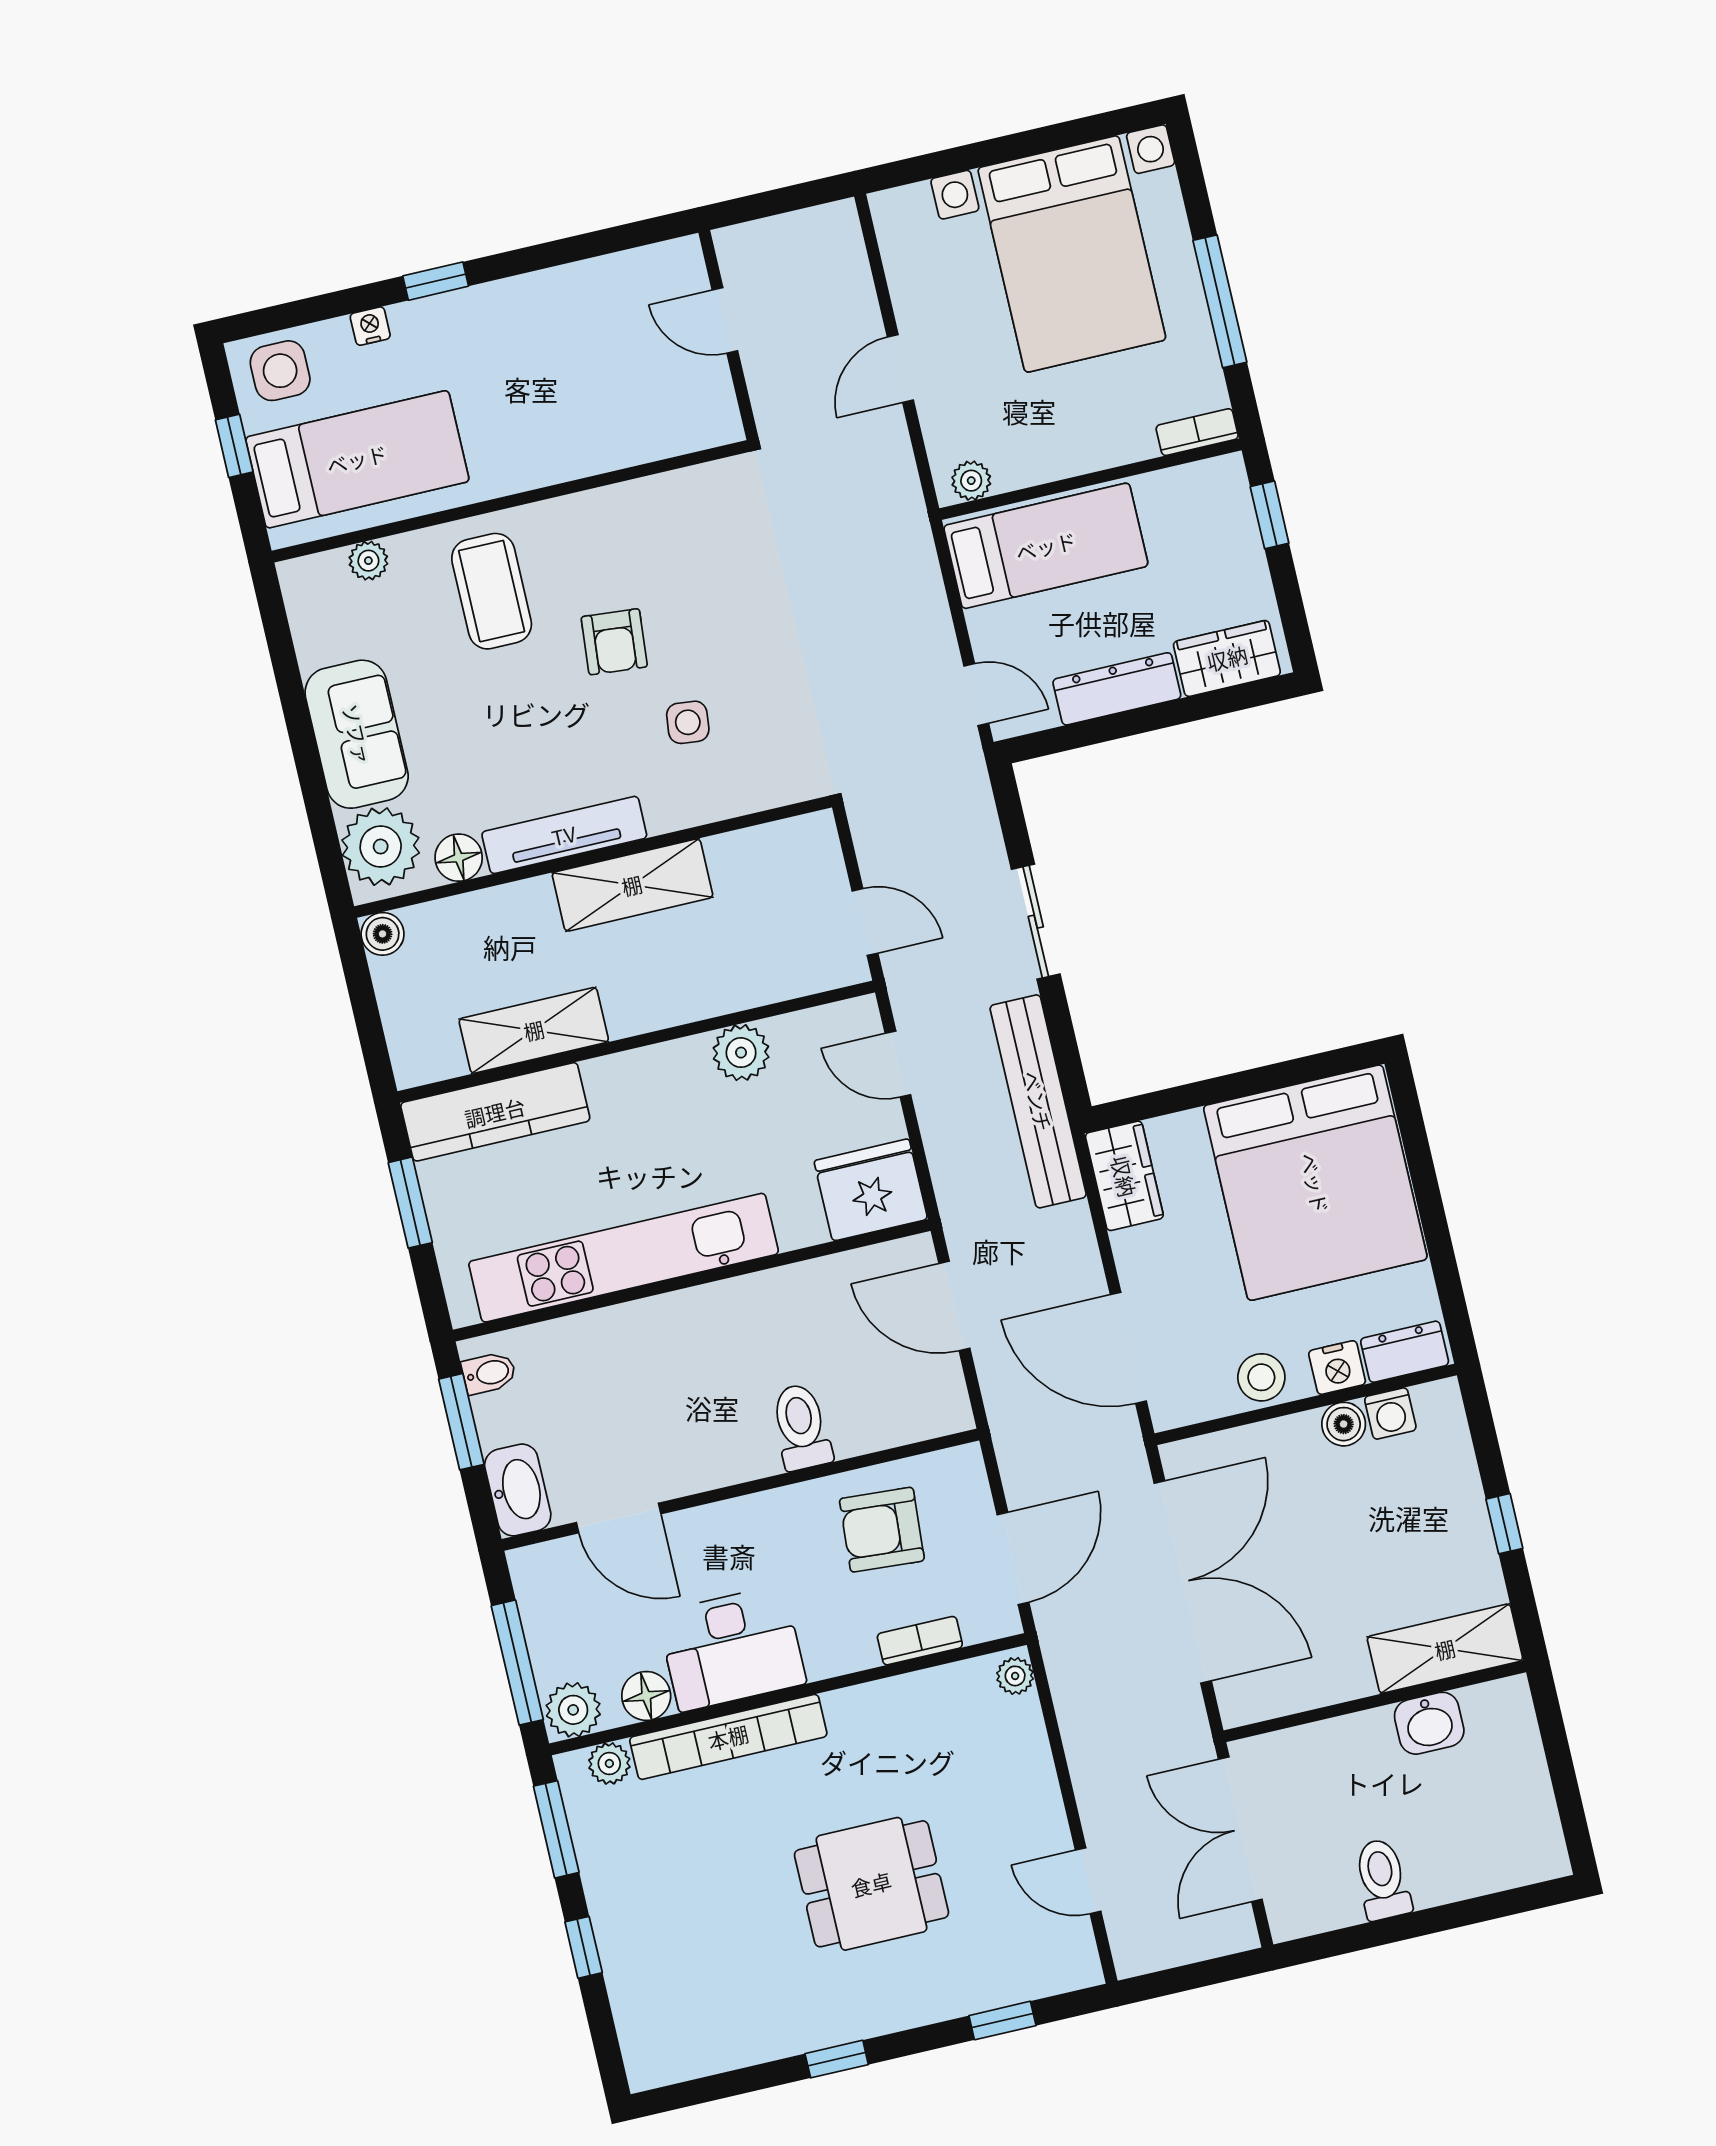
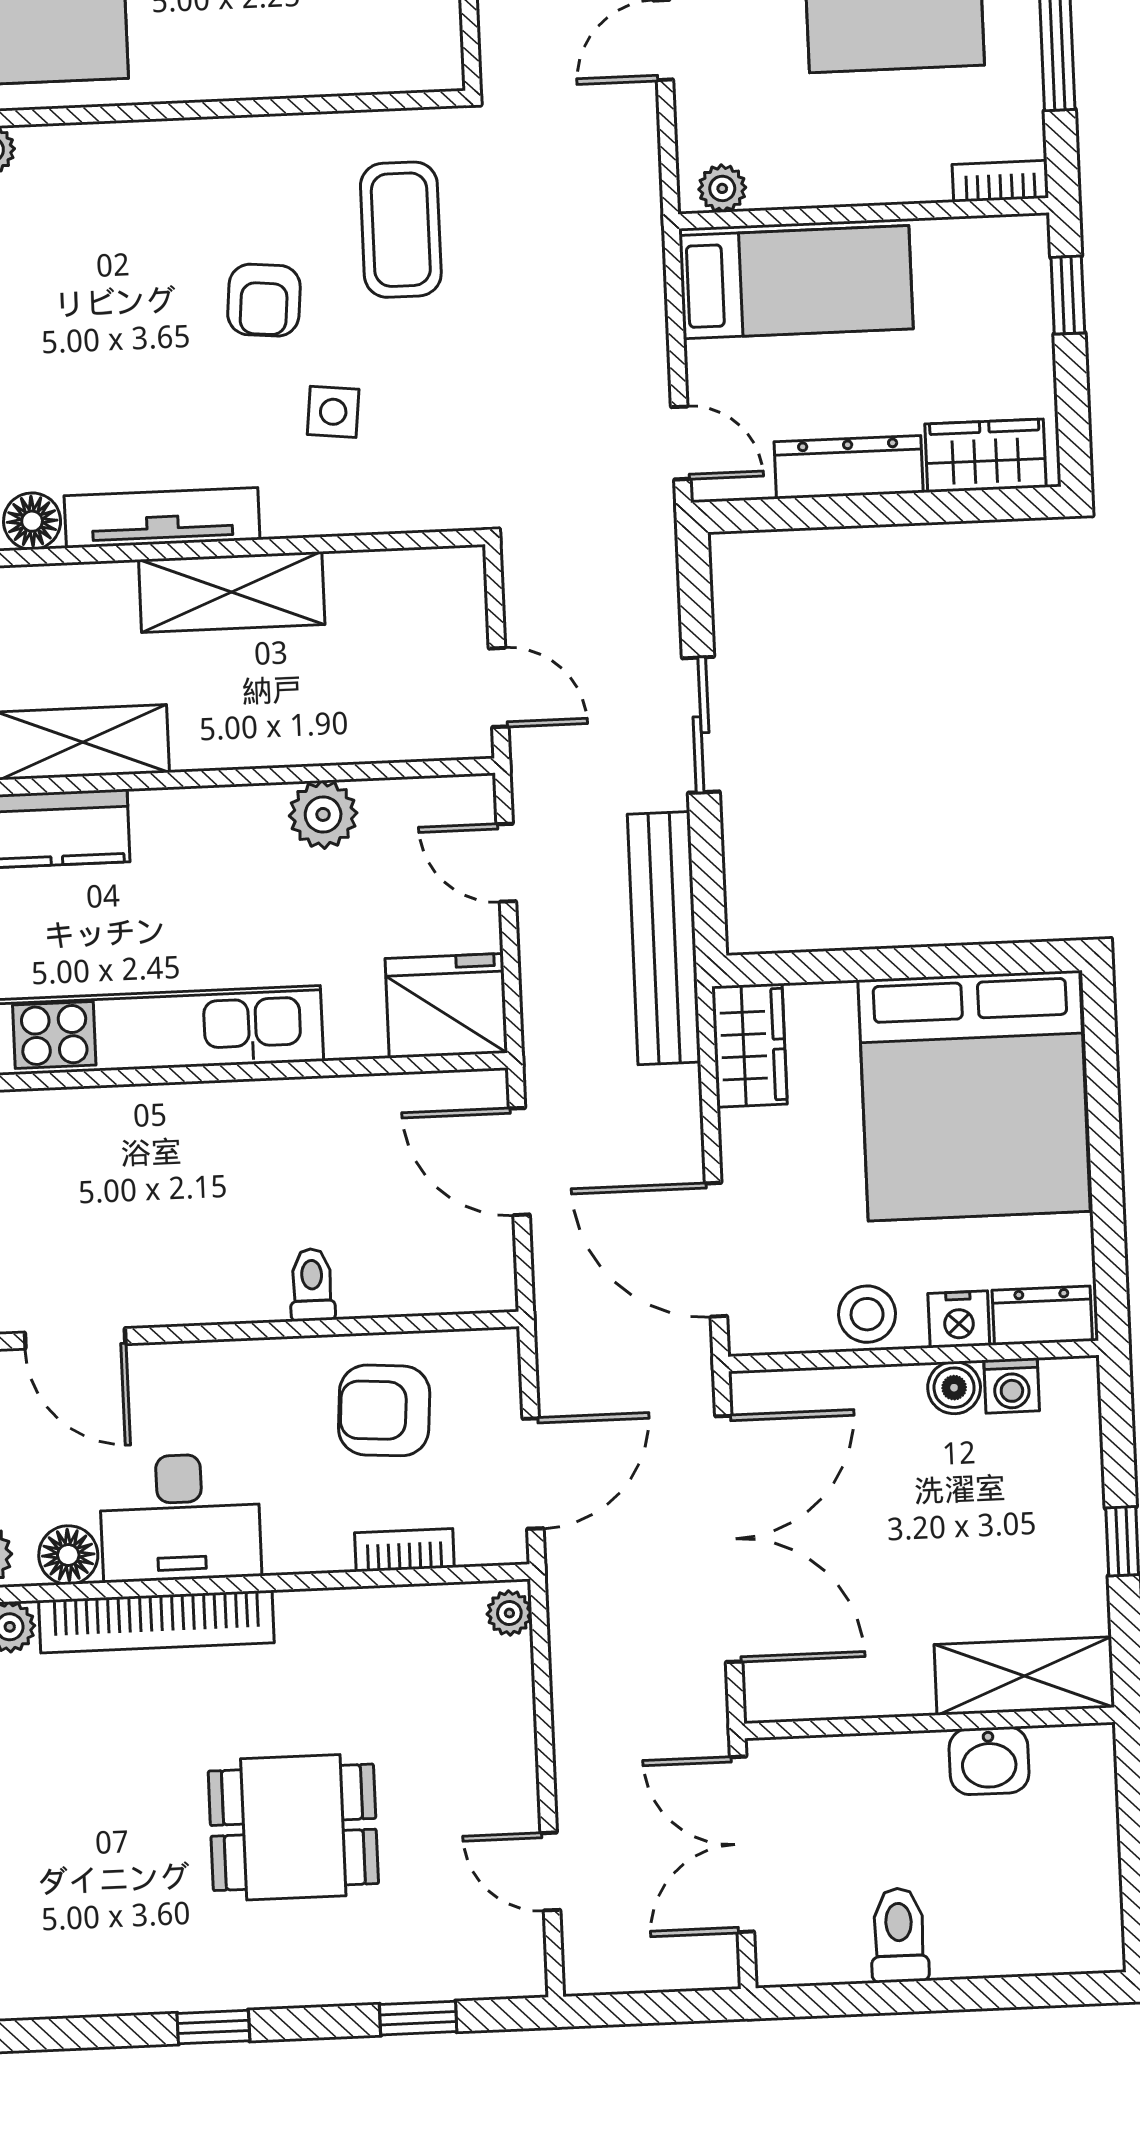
coffee table: (492, 591) -> (401, 230), moved
toilet: (801, 1427) -> (312, 1285), width x0.73, depth x0.72

